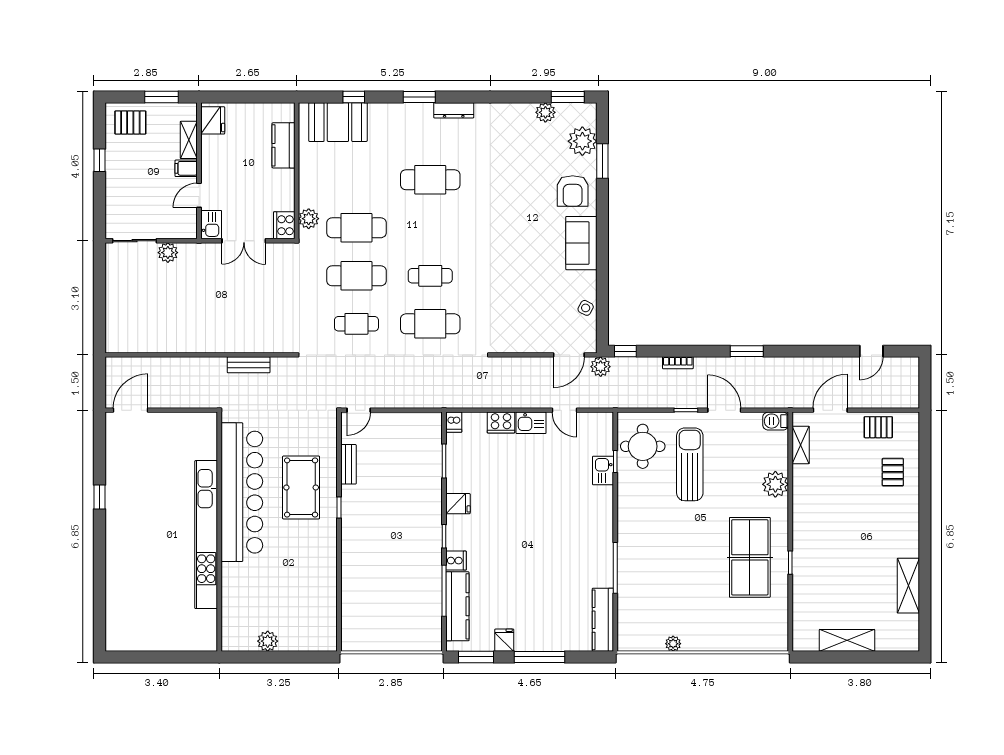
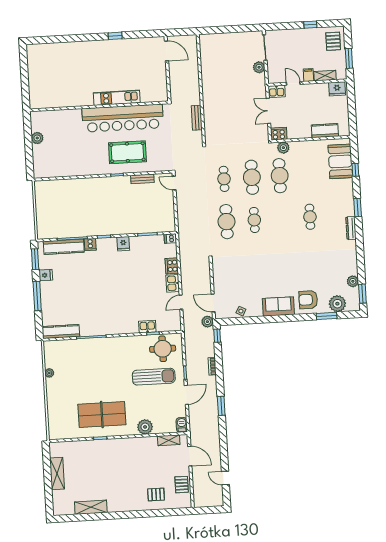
cafe table: (430, 180) -> (310, 217), width x0.73, depth x0.74
kitchen unit: (206, 535) -> (117, 98), width x0.54

